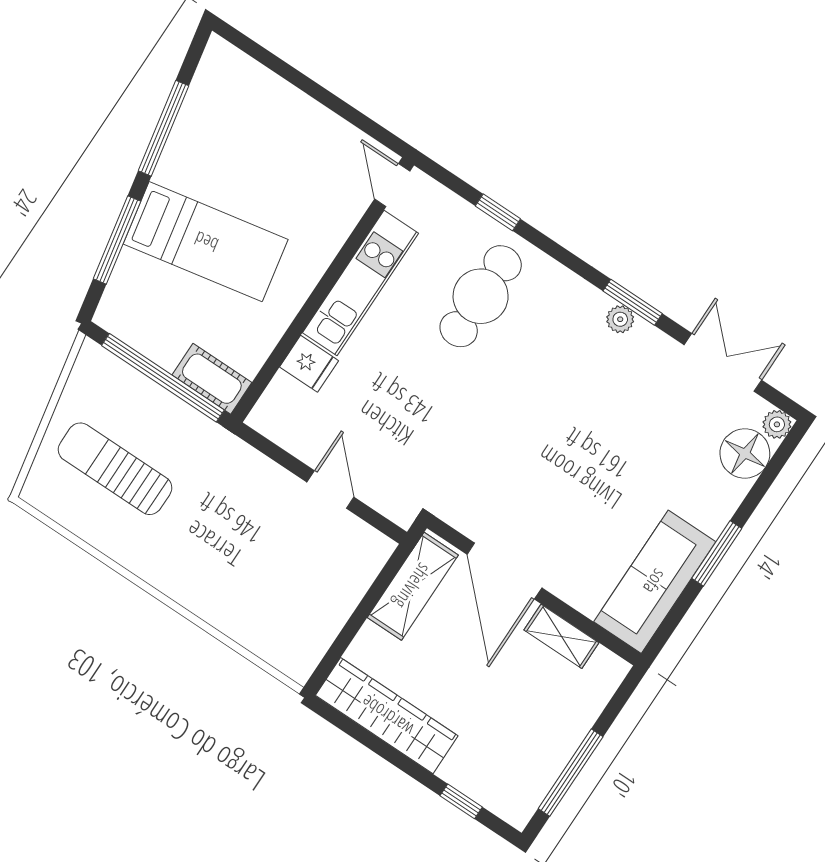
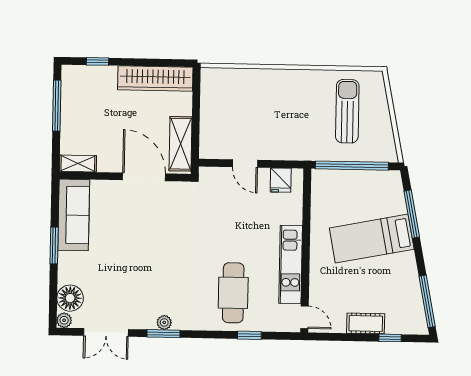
window: (277, 65) -> (390, 338), added
window: (164, 128) -> (427, 301), moved
fridge: (309, 364) -> (281, 180), moved, turned -90
cot: (212, 379) -> (366, 323), moved
sun lounger: (115, 469) -> (347, 111), turned -90
shelving: (561, 636) -> (78, 163), moved

